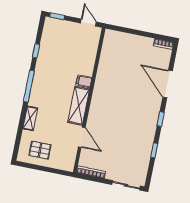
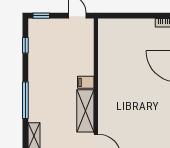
window: (36, 51) -> (25, 45), moved

